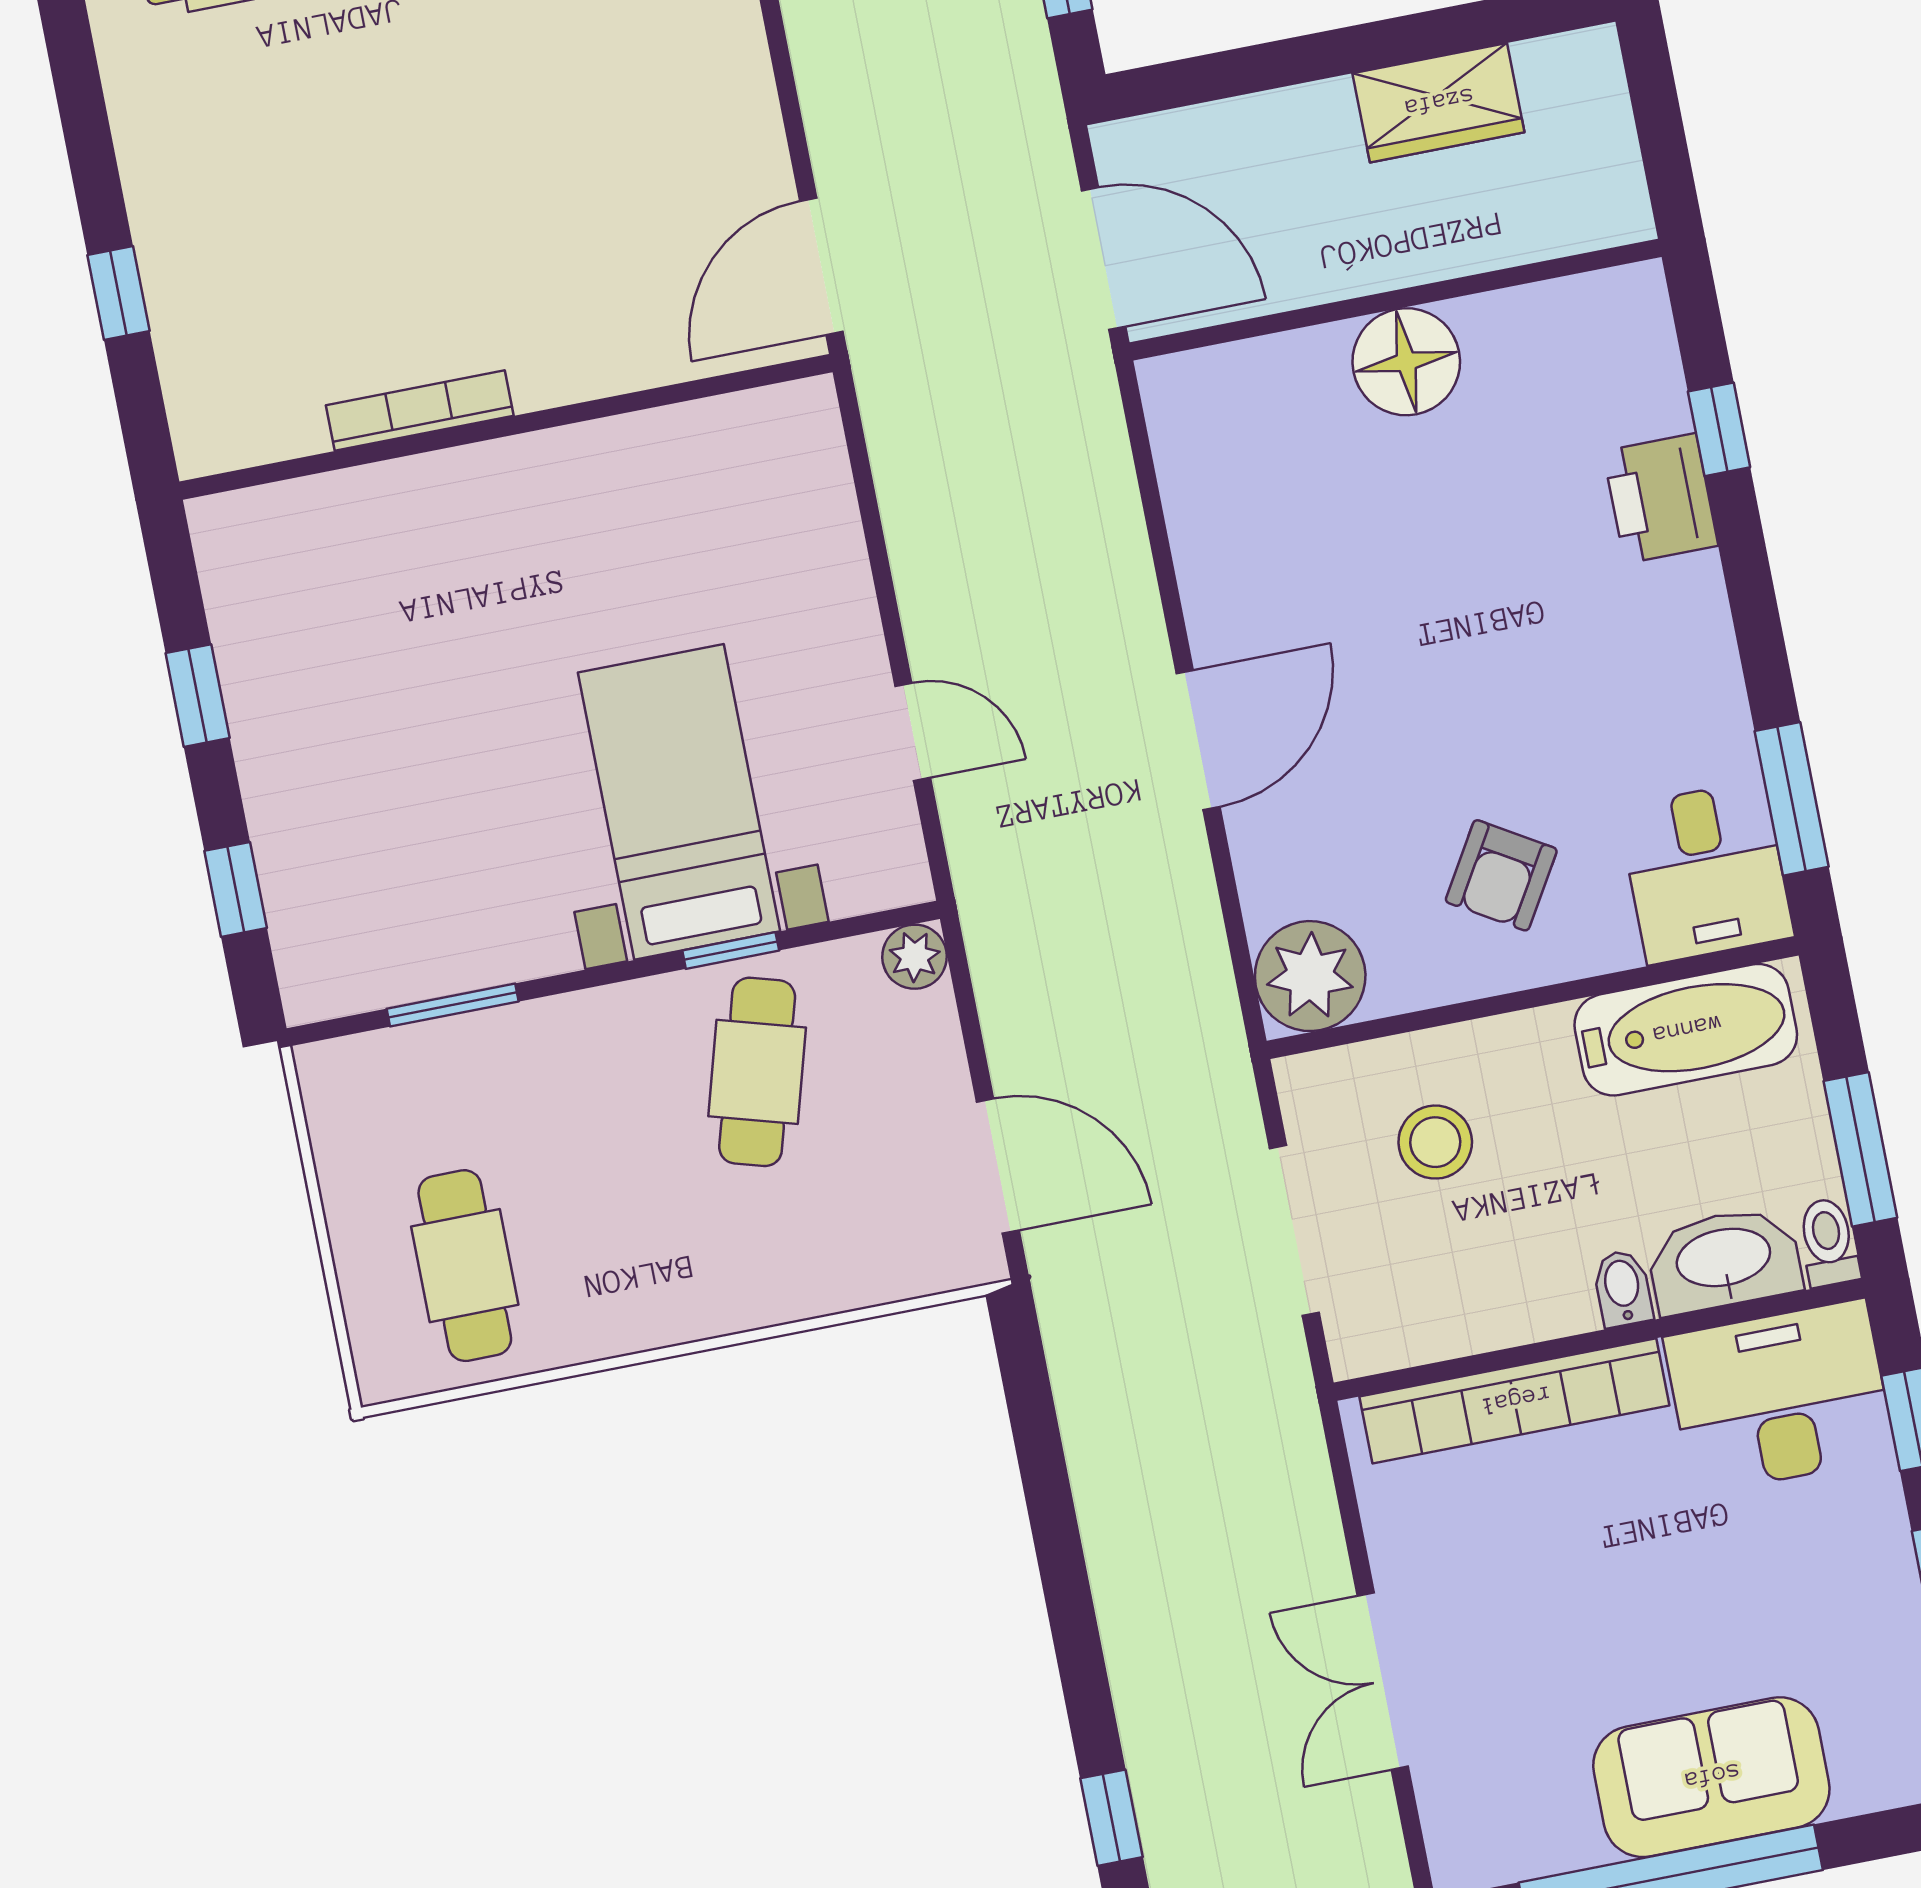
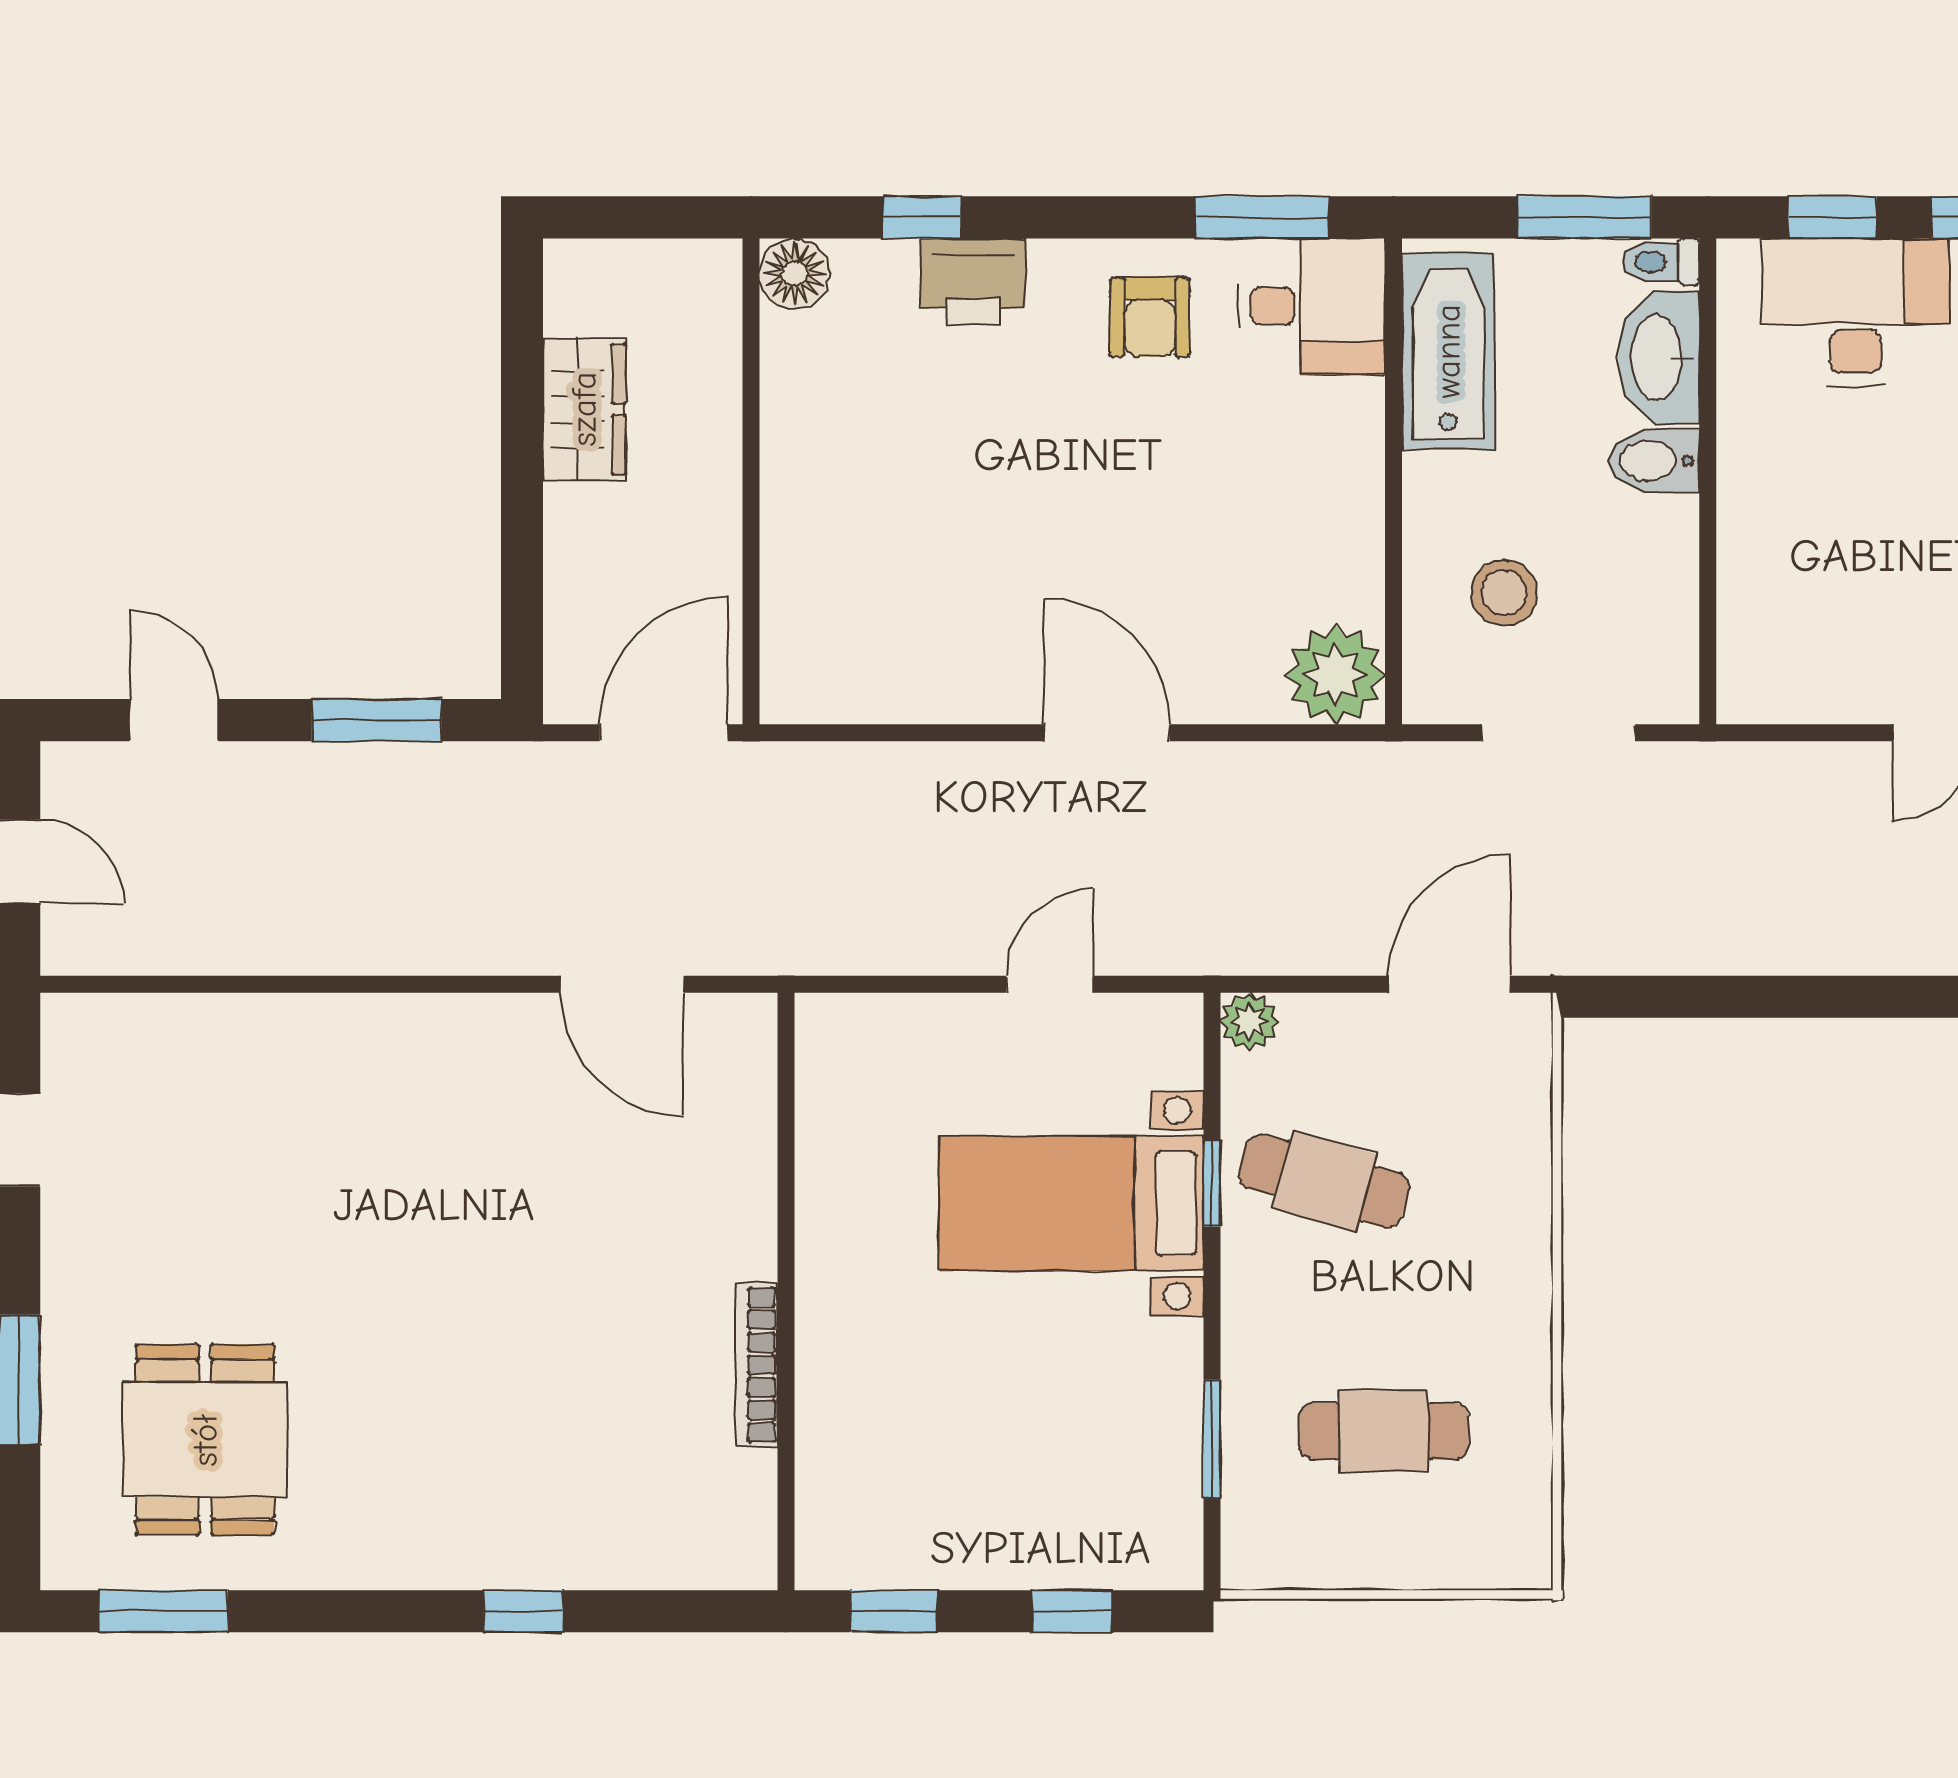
floor lamp: (1406, 362) -> (795, 274), moved, width x0.73, depth x0.73
bookcase: (420, 411) -> (757, 1365), moved
wall: (506, 427) -> (786, 1291), moved
armchair: (1501, 875) -> (1150, 317), moved, turned 59
cafe table: (465, 1266) -> (1384, 1431), moved
bidet: (1623, 1288) -> (1654, 461), width x1.38, depth x1.36
desk: (1780, 1397) -> (1856, 312), moved, turned 90
bookcase: (1514, 1401) -> (1747, 567), removed

